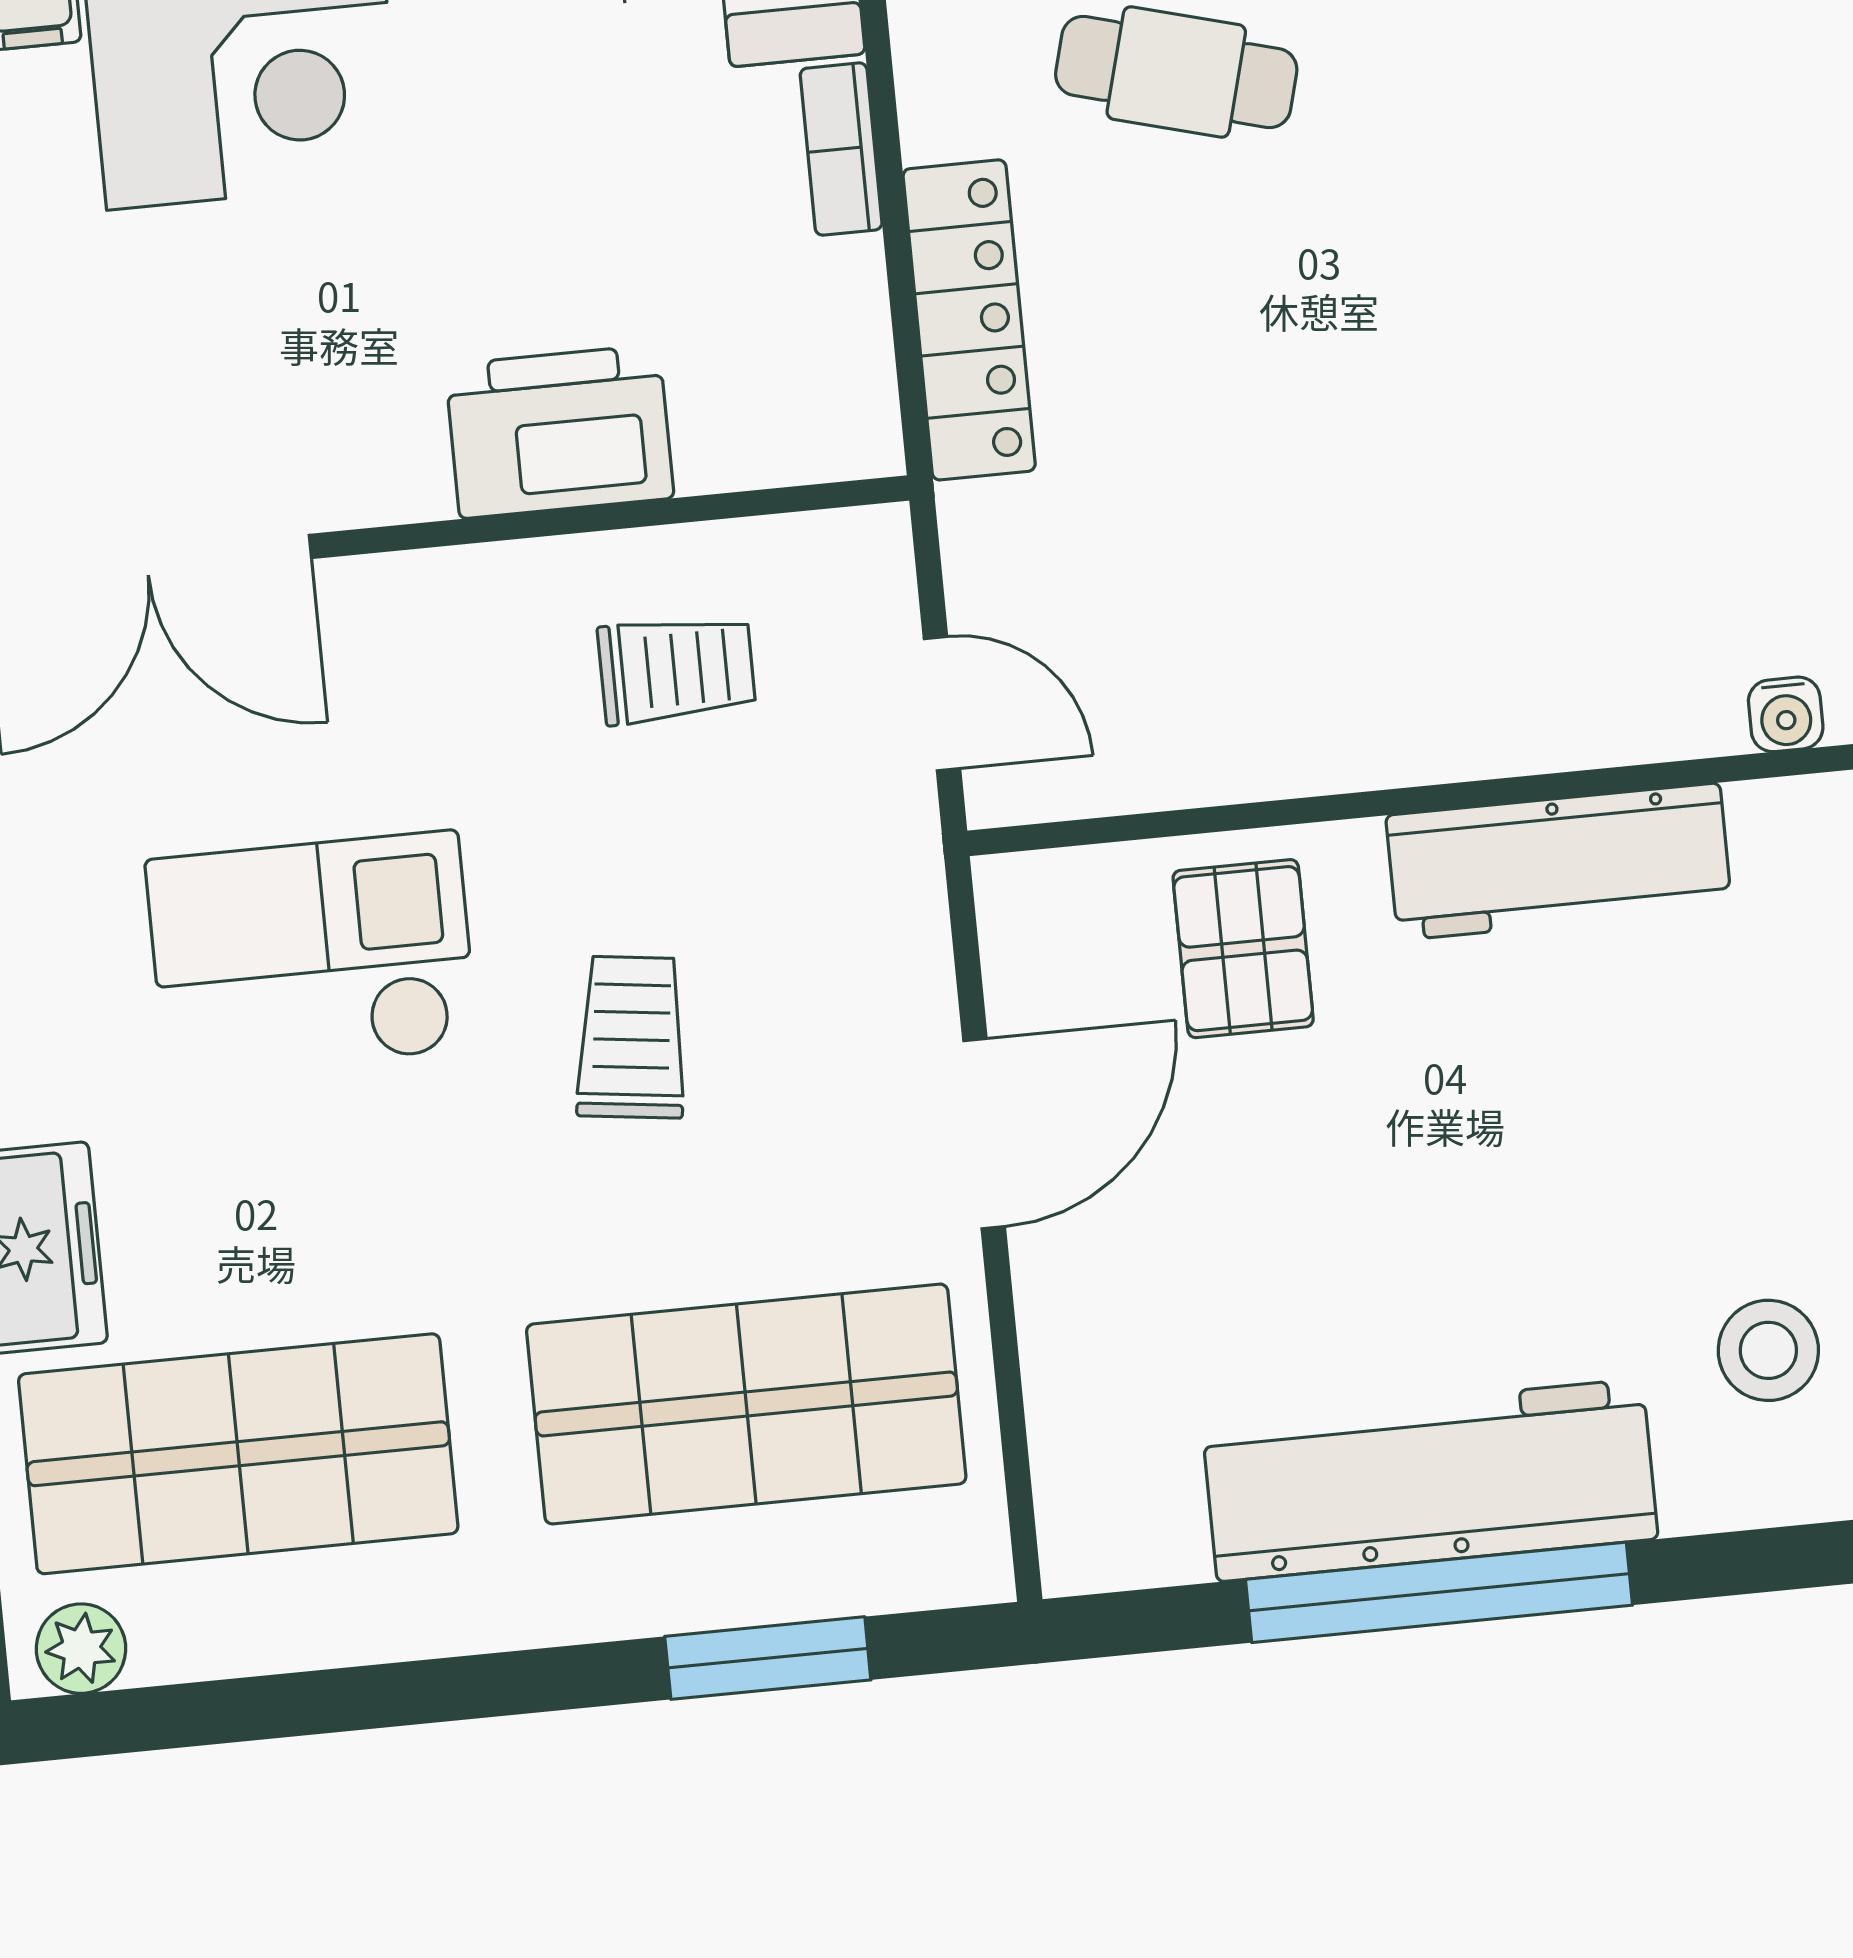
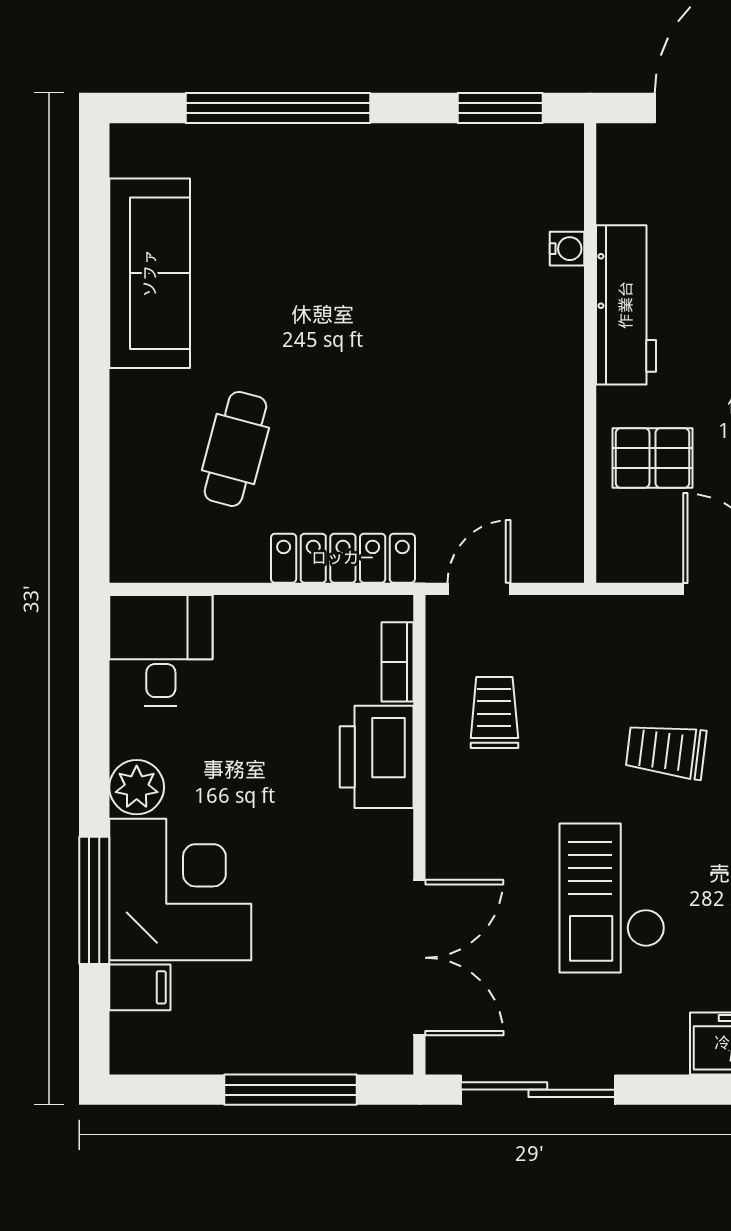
bookcase: (841, 149) -> (397, 662), moved, turned 90
door: (942, 704) -> (479, 589), moved
water cooler: (1786, 714) -> (567, 249), moved

